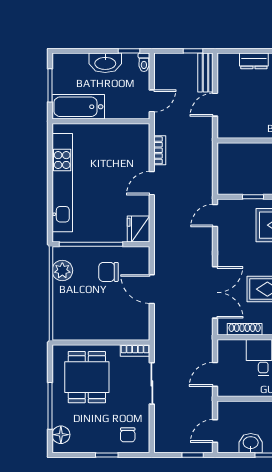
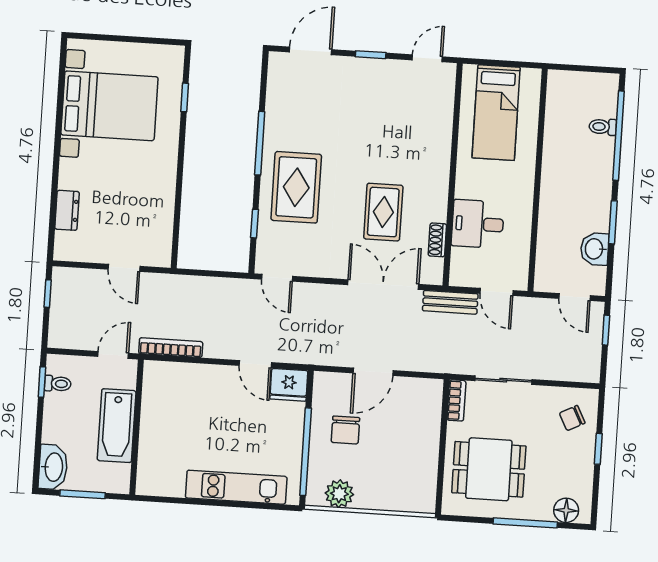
toilet: (144, 62) -> (58, 384), moved
washbasin: (105, 63) -> (53, 467), moved
bench: (205, 73) -> (450, 302), moved
door: (152, 101) -> (113, 355), hinge flipped
bathtub: (78, 107) -> (117, 426), moved
bookcase: (160, 150) -> (171, 348), width x1.56
kitchen unit: (62, 183) -> (236, 487), width x0.73
door: (152, 183) -> (255, 364), moved
shoe rack: (245, 329) -> (437, 240), width x0.70
chair: (128, 435) -> (572, 418), turned 153

